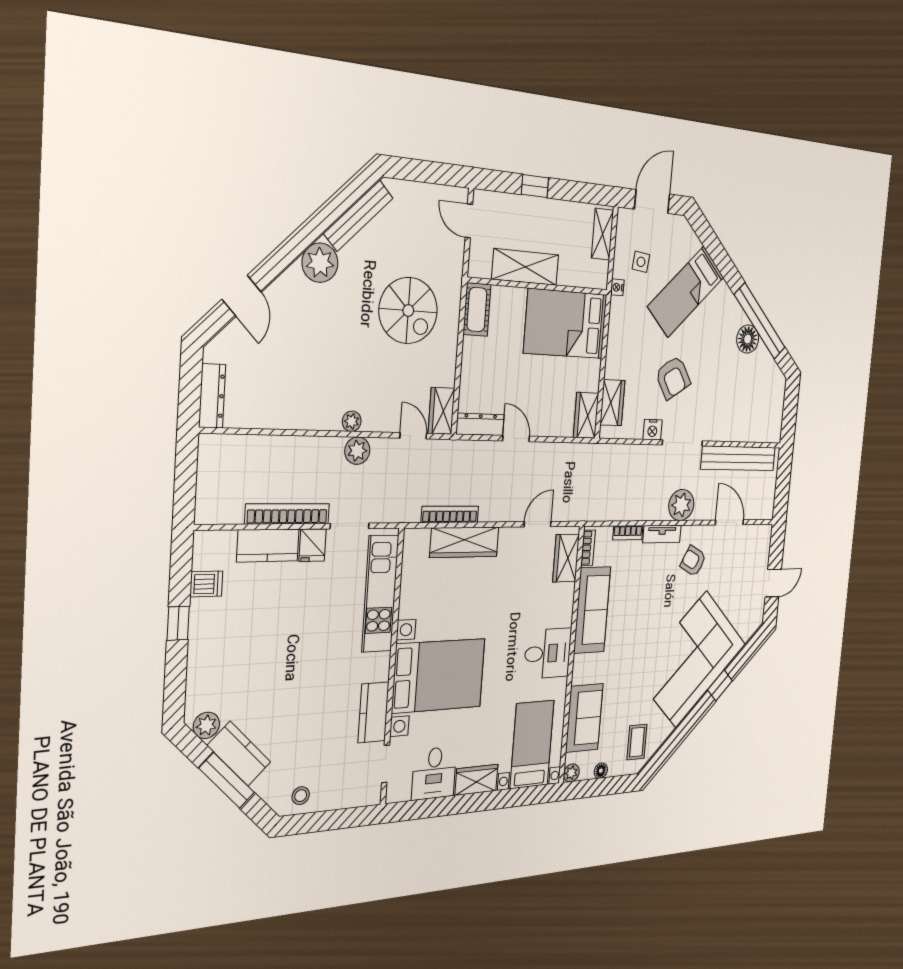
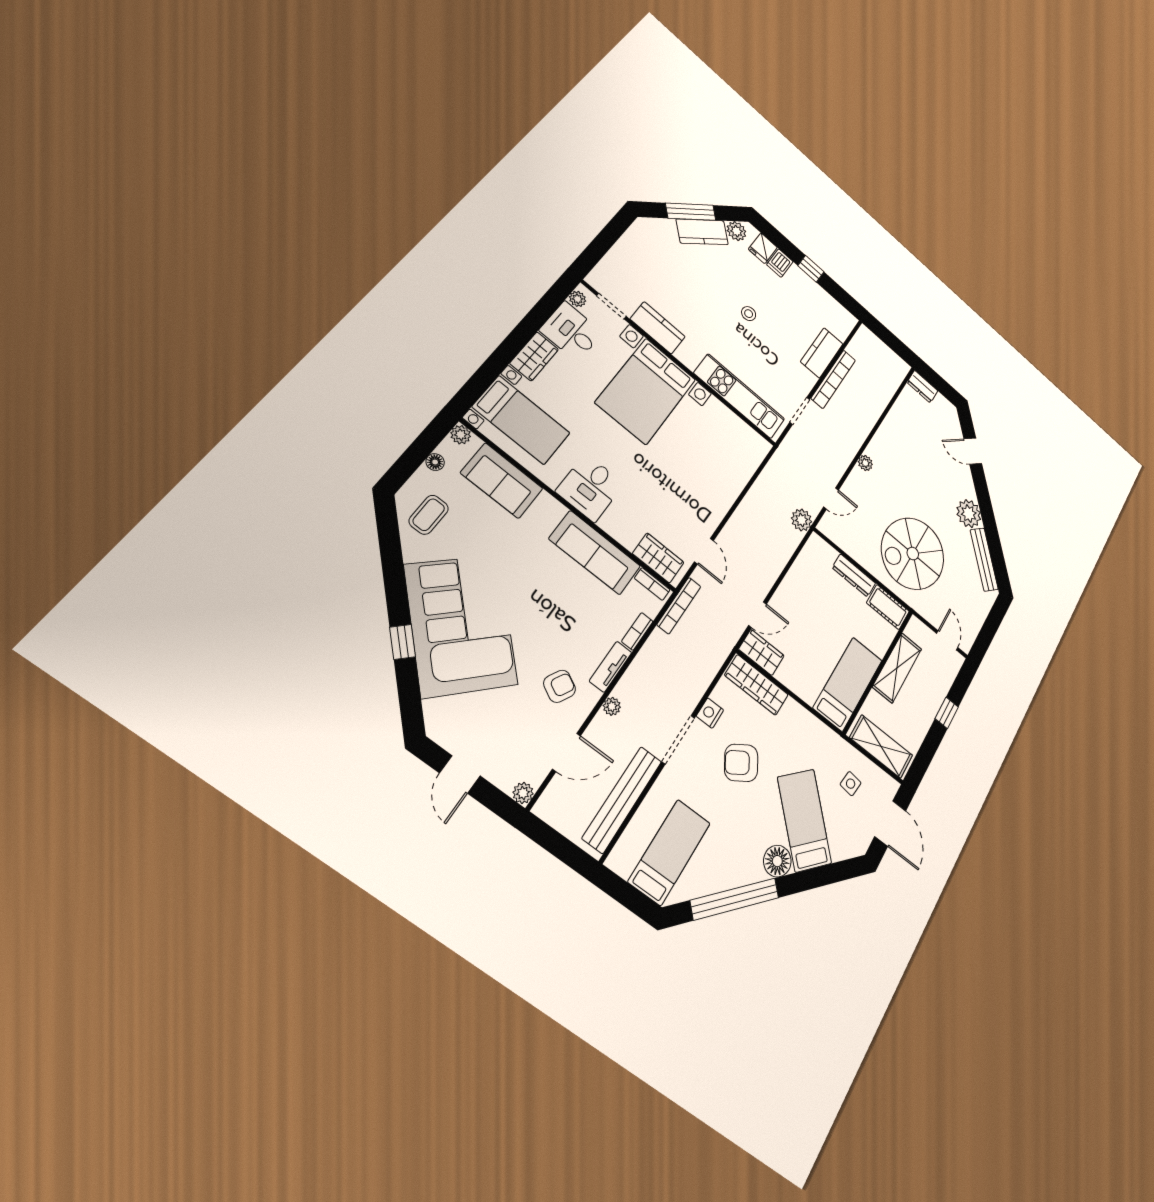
door: (469, 221) -> (947, 640), hinge flipped
shelving: (603, 234) -> (881, 746), width x1.50, depth x1.33
nightstand: (617, 287) -> (843, 747), removed
spiral stairs: (408, 310) -> (913, 554), width x1.37, depth x1.37
bed: (565, 324) -> (848, 684), width x0.67
floor lamp: (748, 339) -> (777, 861), moved
dresser: (212, 396) -> (922, 387), width x0.70
bed: (754, 397) -> (670, 852), added
wardrobe: (612, 403) -> (756, 685), width x1.50
wardrobe: (442, 411) -> (835, 531), removed
dresser: (480, 424) -> (854, 576), moved, turned 90
door: (516, 439) -> (757, 615), moved
plant: (357, 451) -> (802, 520), moved
plant: (681, 505) -> (612, 706), width x0.53, depth x0.53
bookcase: (450, 514) -> (679, 606), moved
plant: (765, 533) -> (523, 793), added
wardrobe: (464, 542) -> (732, 482), removed
fridge: (313, 545) -> (763, 248), moved, turned -90
dishwasher: (206, 584) -> (780, 263), moved
coffee table: (637, 742) -> (429, 515), turned 90
plant: (402, 793) -> (578, 299), added
stool: (301, 796) -> (749, 314), moved

